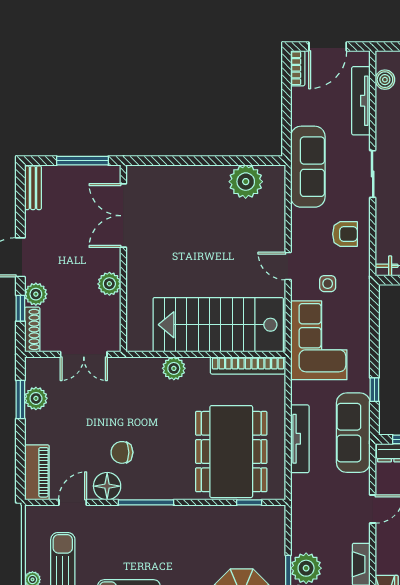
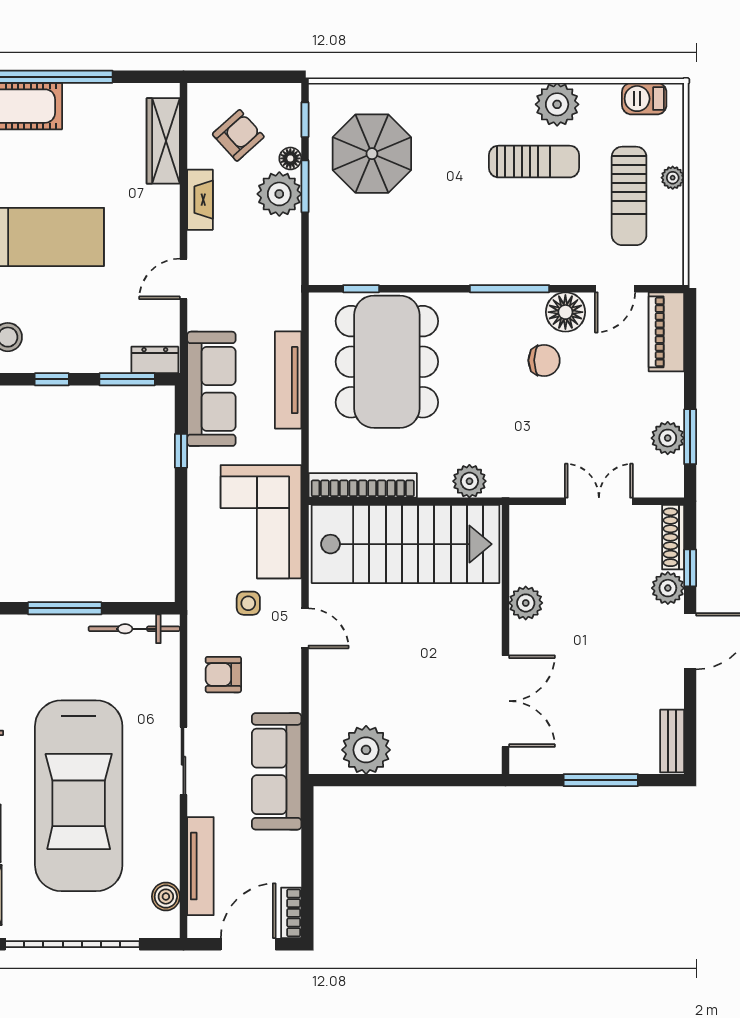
double door: (123, 216) -> (505, 701), moved
wall: (123, 258) -> (505, 640), moved
plant: (109, 284) -> (526, 603), moved

